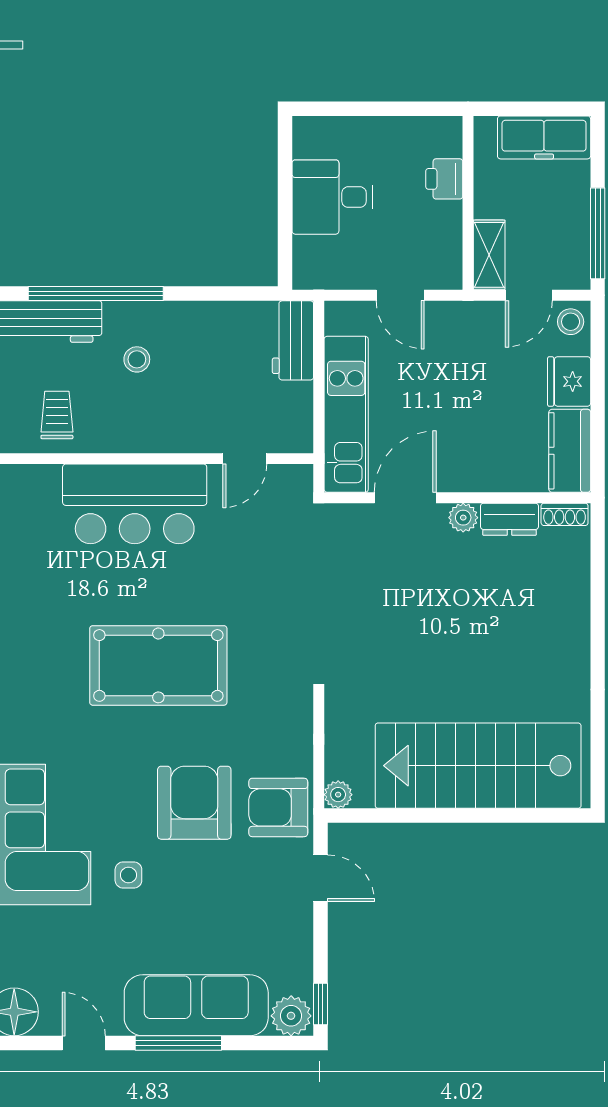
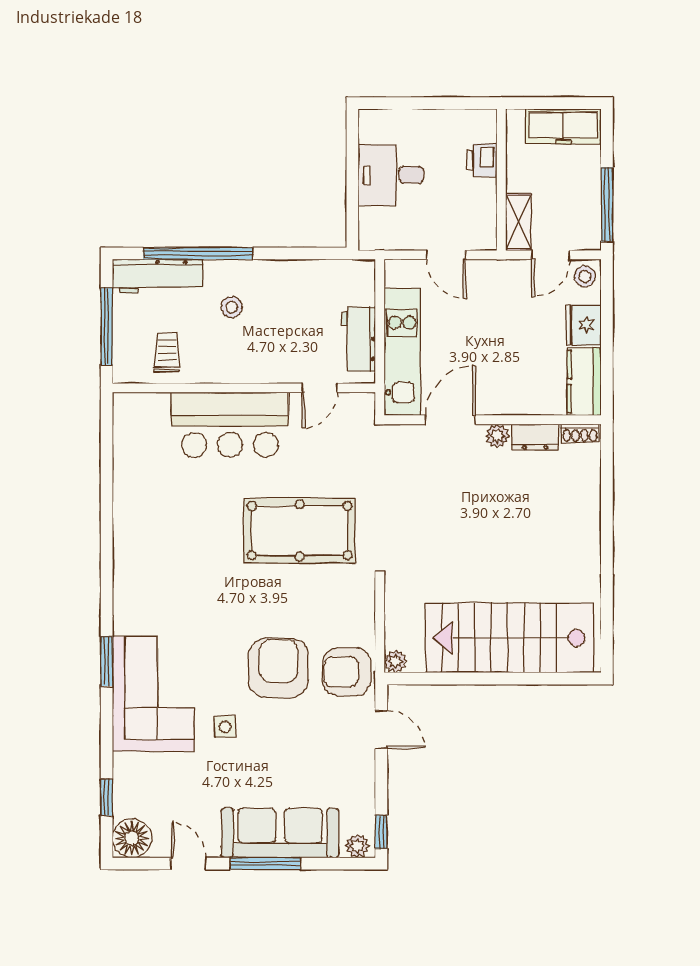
workbench: (293, 340) -> (359, 339), moved
pool table: (158, 665) -> (300, 531), moved
plant: (291, 1016) -> (357, 846), width x0.73, depth x0.73

